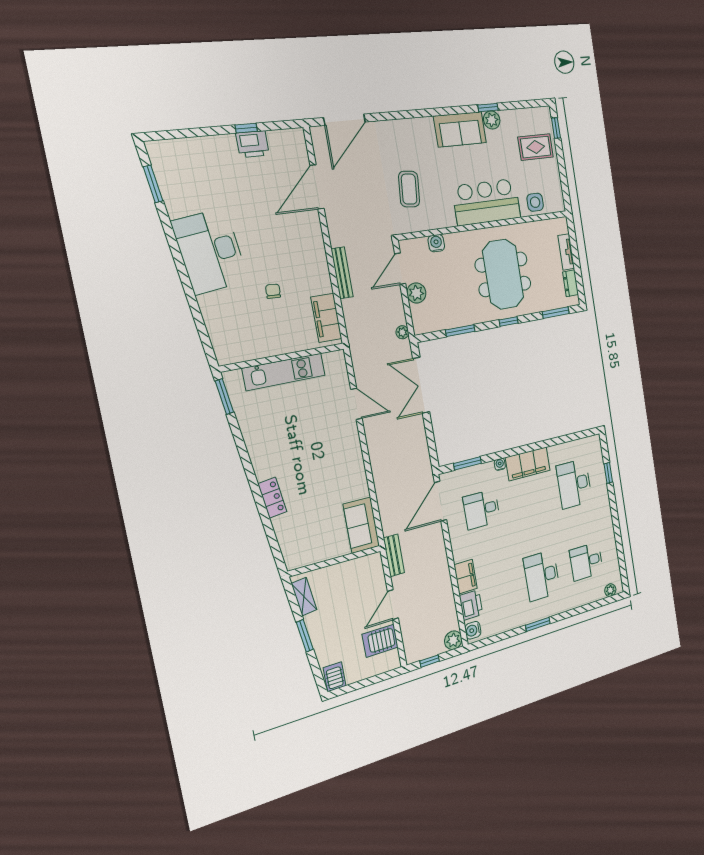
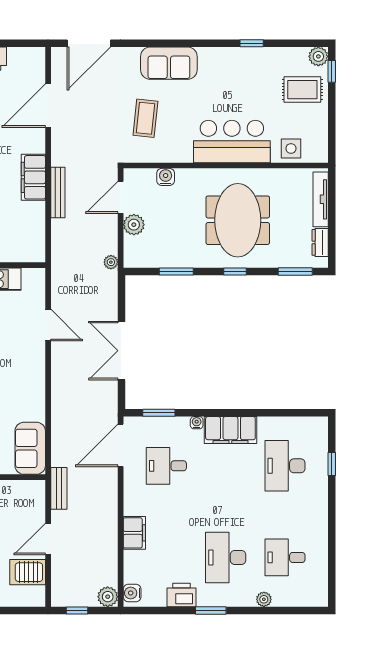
plant: (492, 120) -> (318, 56), moved
sofa: (460, 129) -> (169, 63), moved
tv unit: (566, 252) -> (321, 199), width x1.41
filing cabinet: (326, 318) -> (33, 177), moved
double door: (421, 385) -> (121, 351), moved
plant: (610, 590) -> (264, 599), moved
printer: (471, 605) -> (181, 595), moved, turned -90

